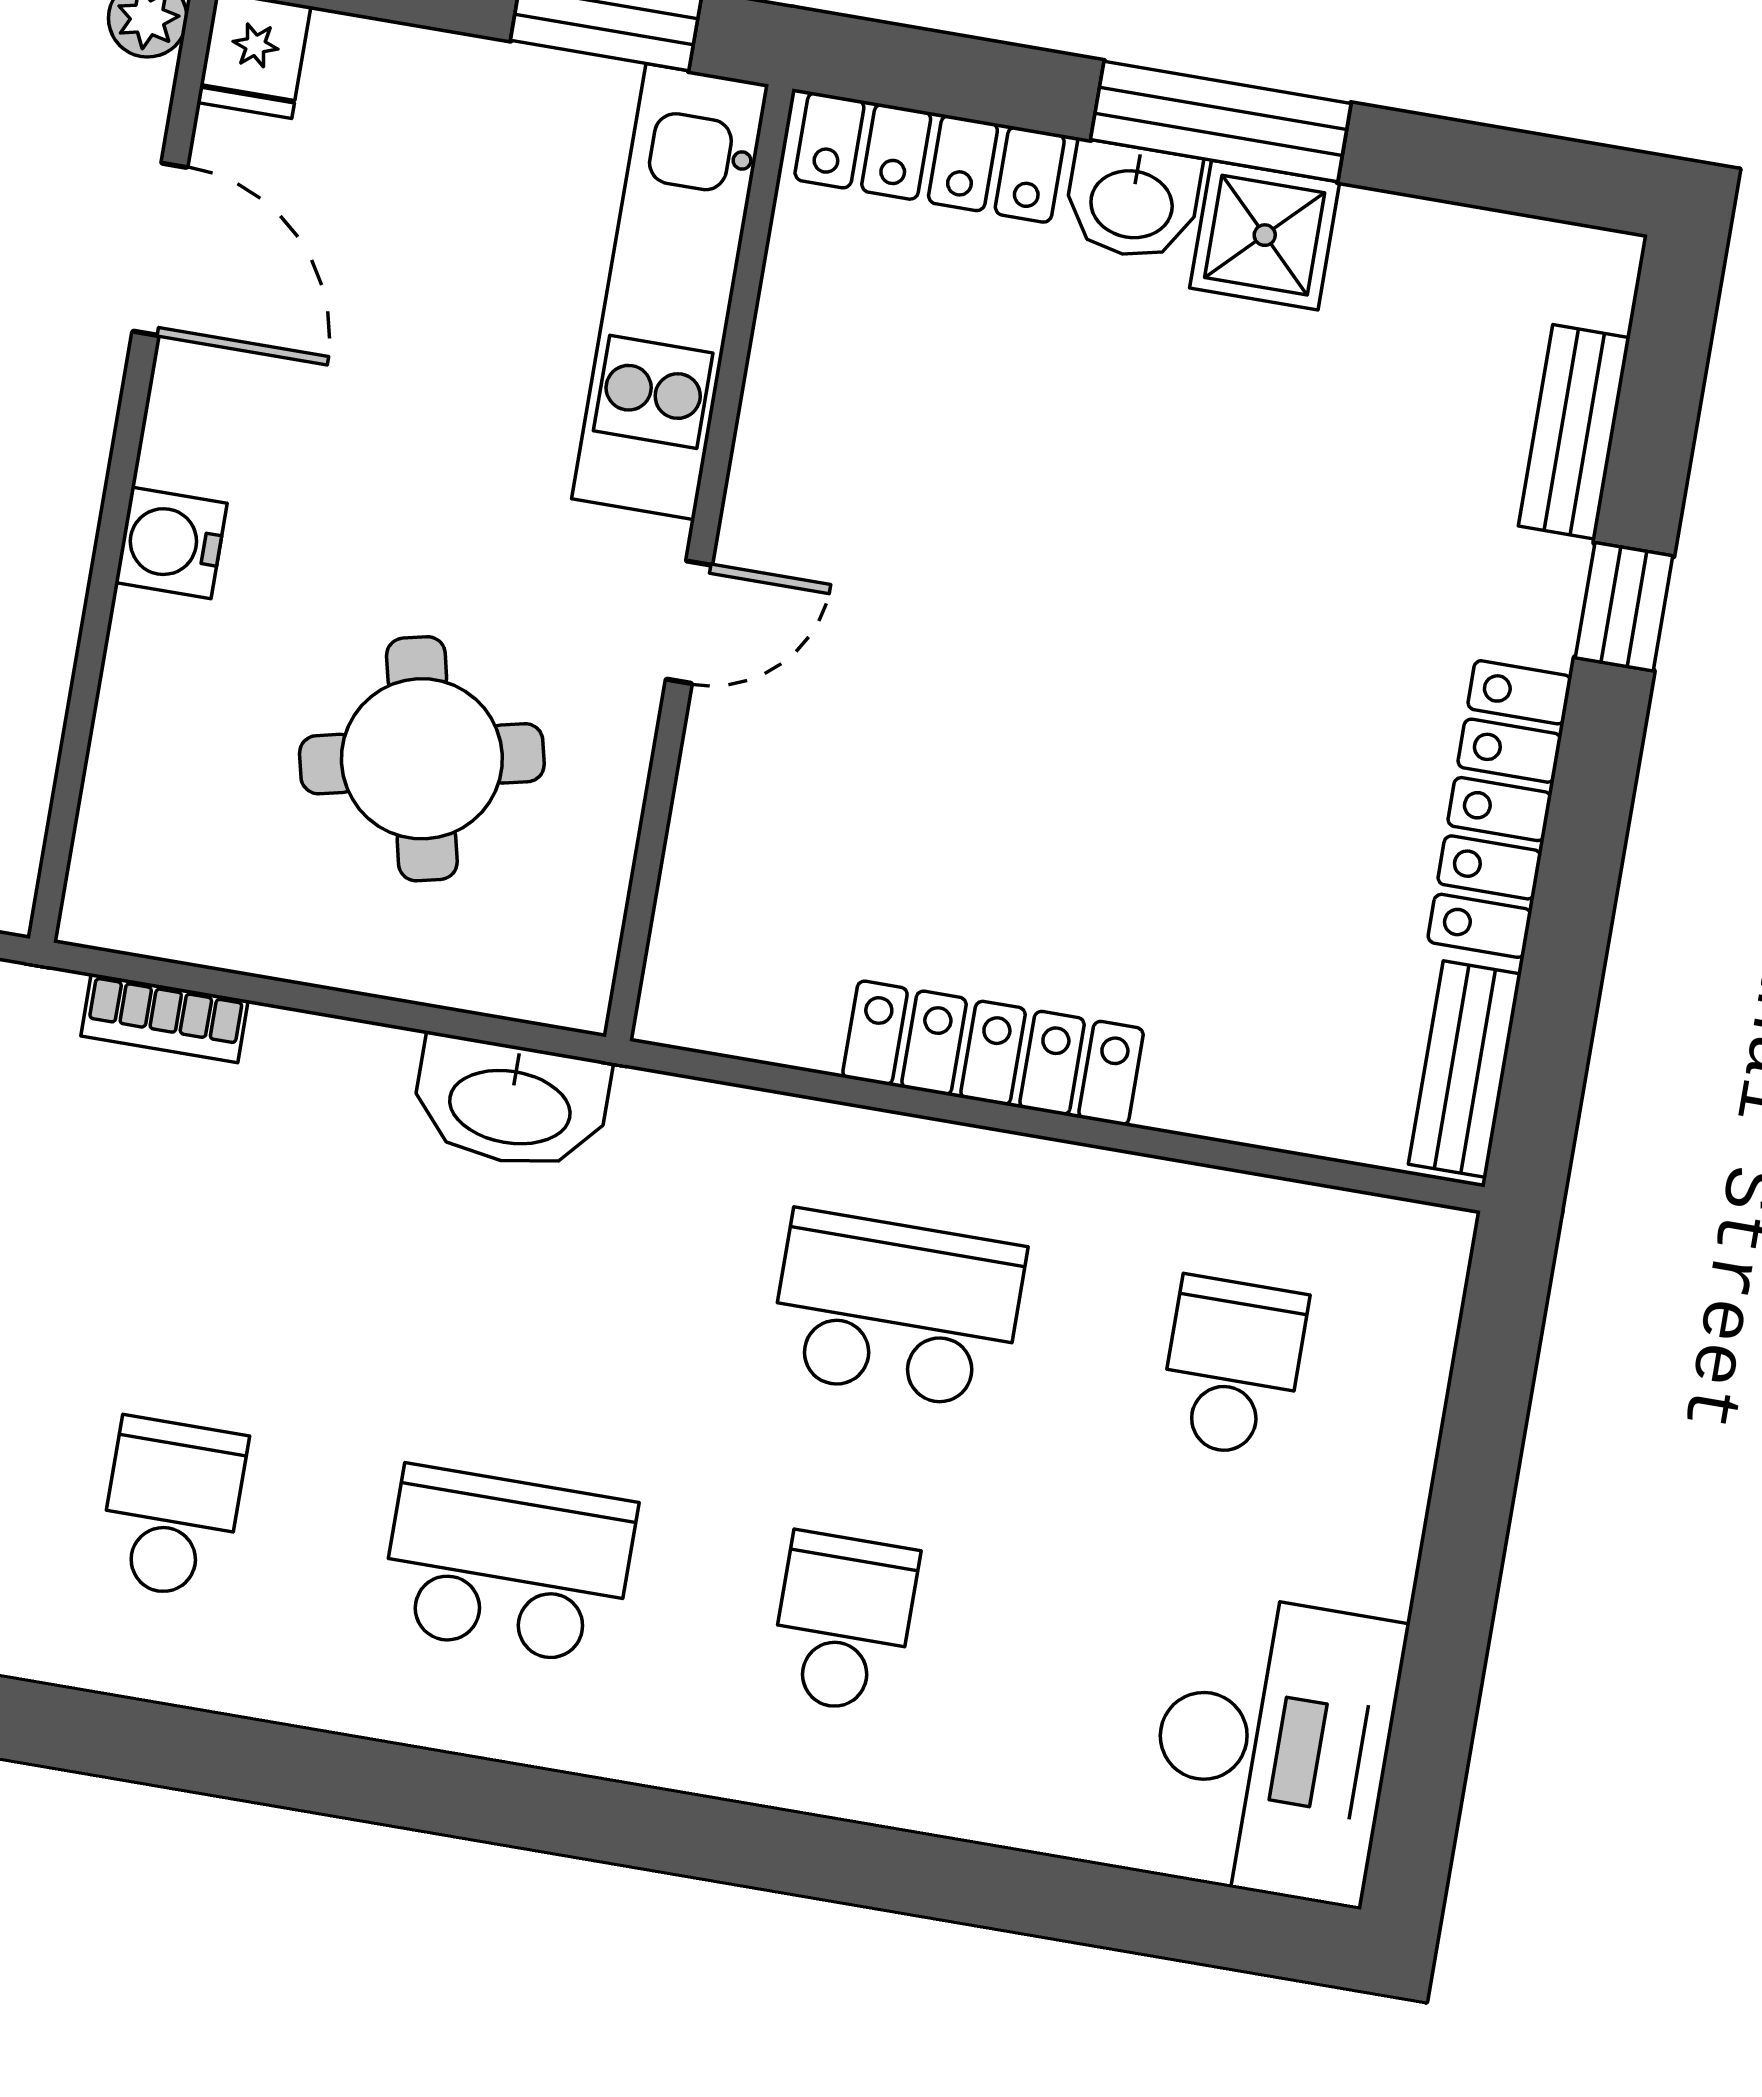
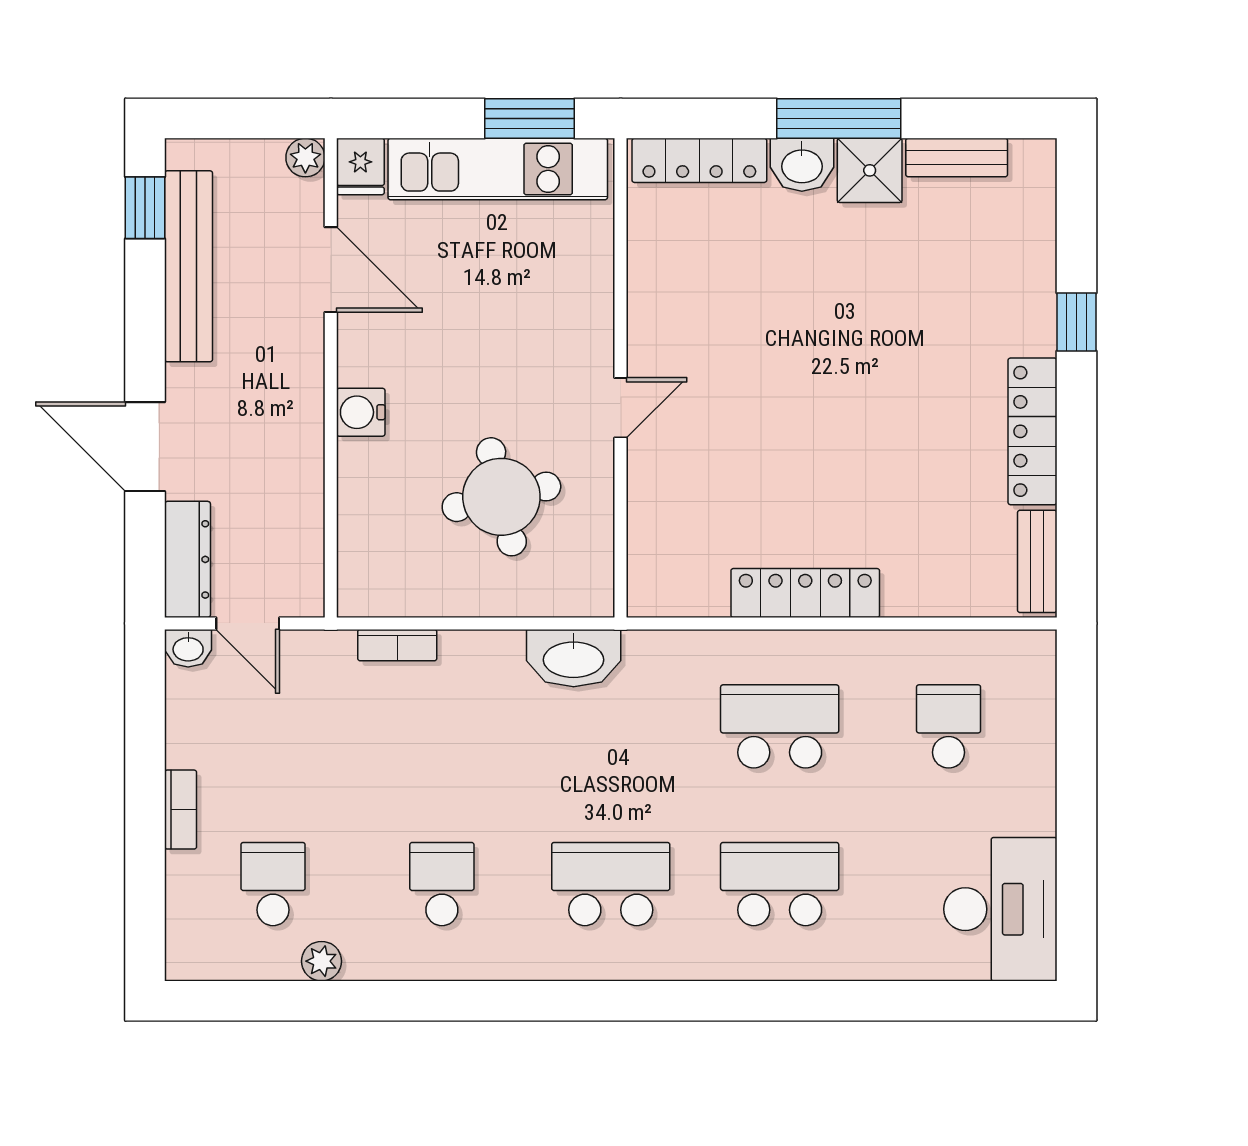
kitchen unit: (670, 292) -> (498, 169), moved, turned -90
bench: (1574, 432) -> (957, 158), moved, turned 90
school desk: (843, 1623) -> (780, 884), width x1.85

